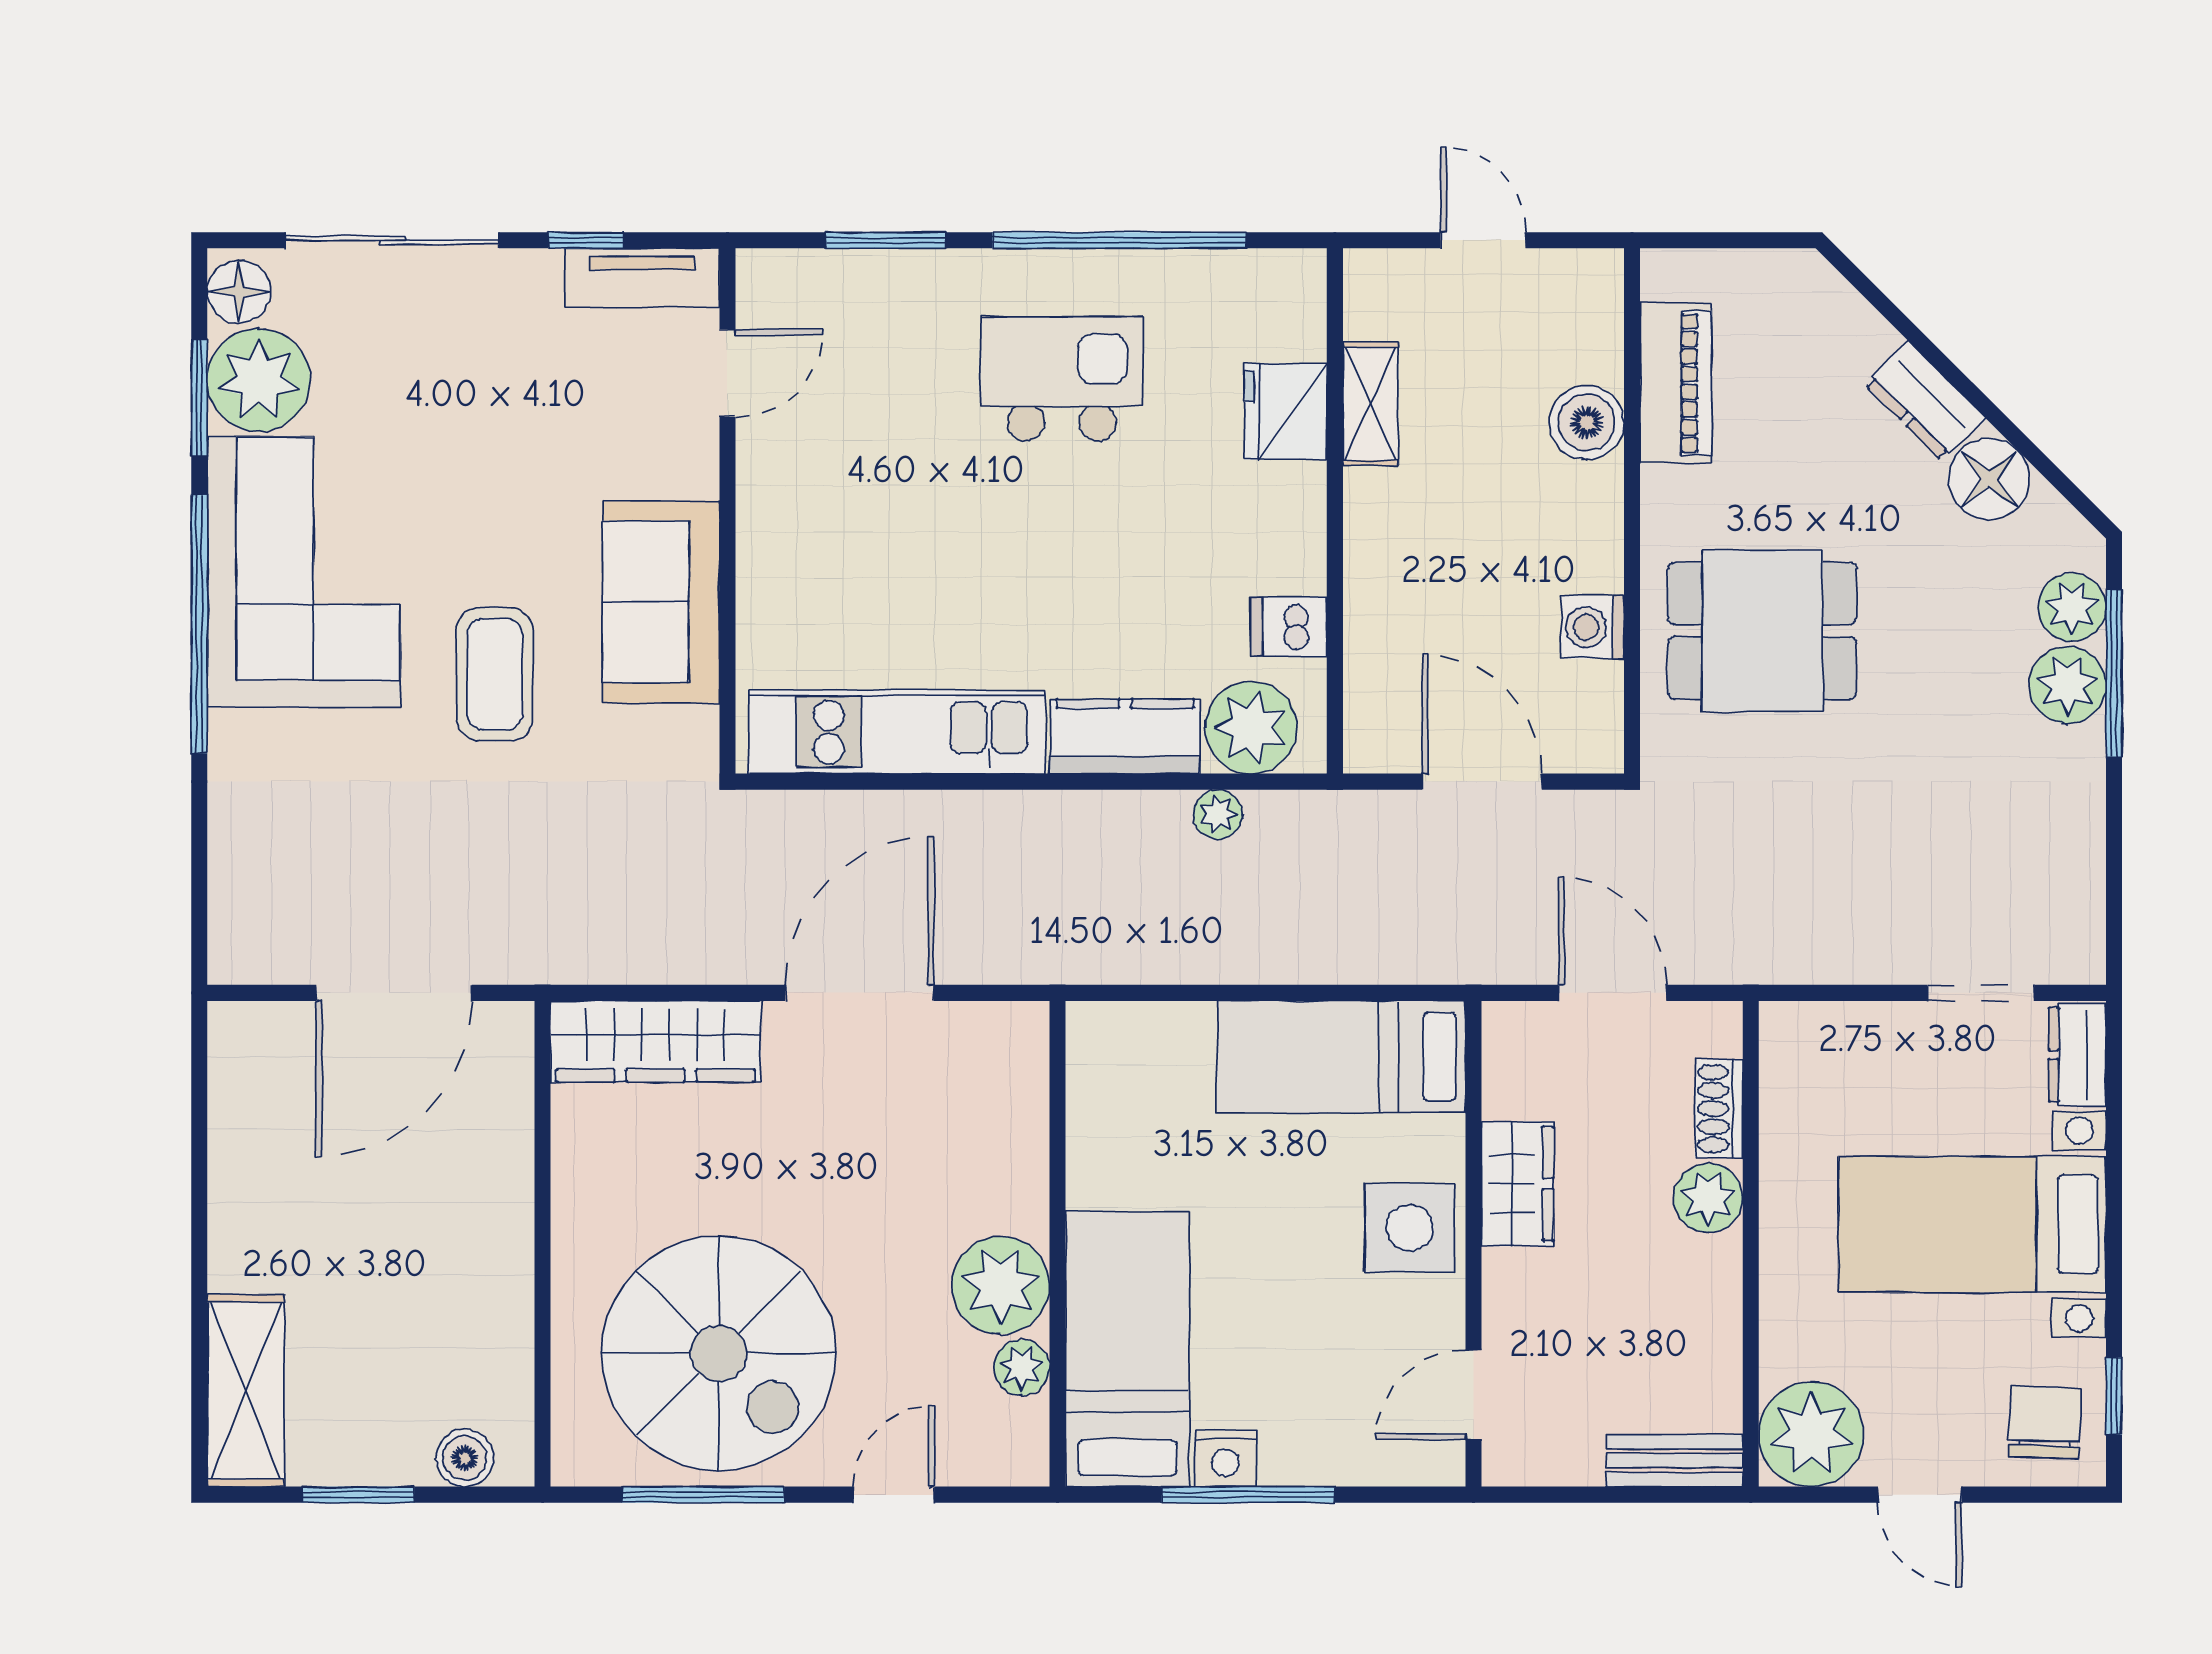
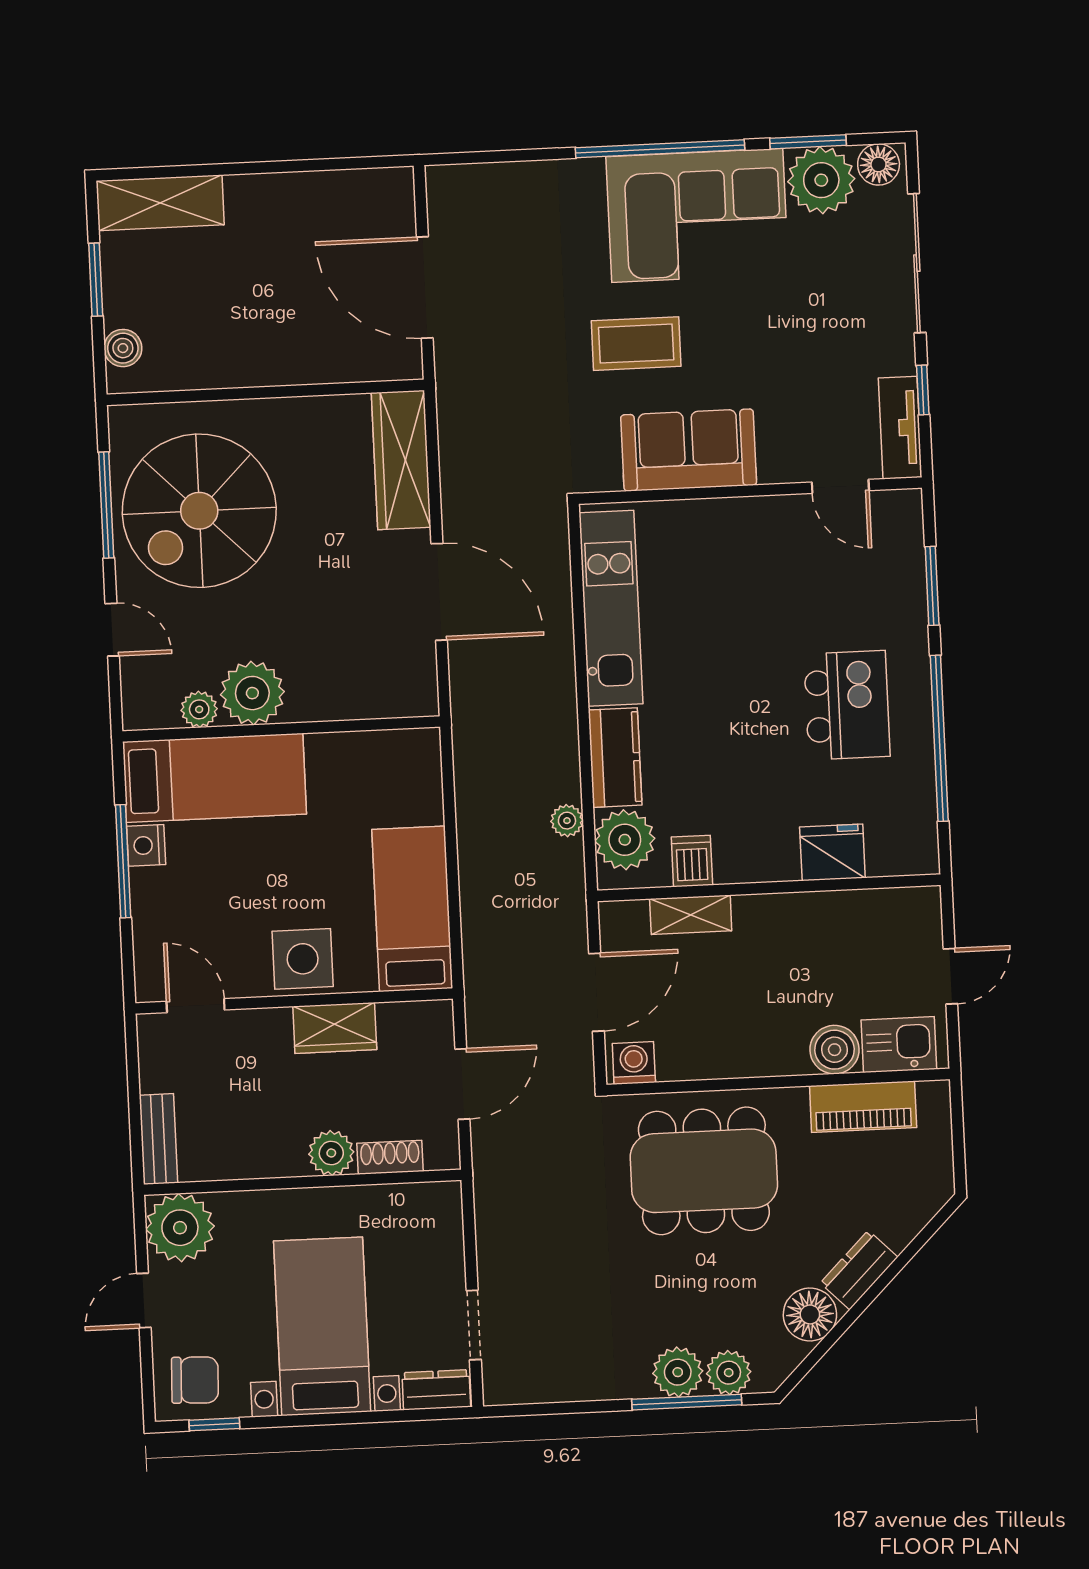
kitchen sink: (1584, 324) -> (899, 1045), added
shelving: (1370, 404) -> (691, 915), moved
washing machine: (1593, 627) -> (634, 1063), moved
dining table: (1762, 631) -> (704, 1171), width x1.38

